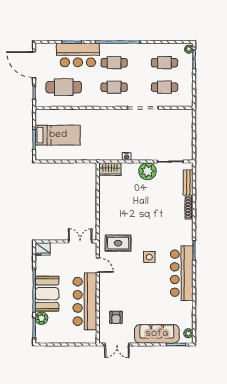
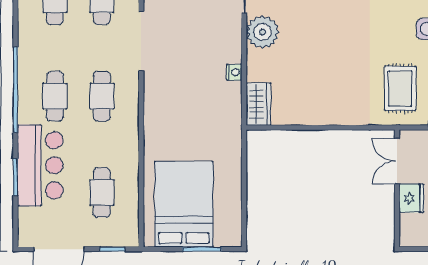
cafe table: (64, 87) -> (102, 193), width x0.73, depth x0.74
bed: (58, 135) -> (184, 204), width x1.50
fridge: (43, 249) -> (411, 198), moved

